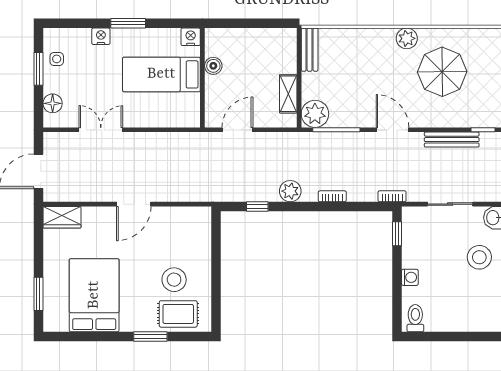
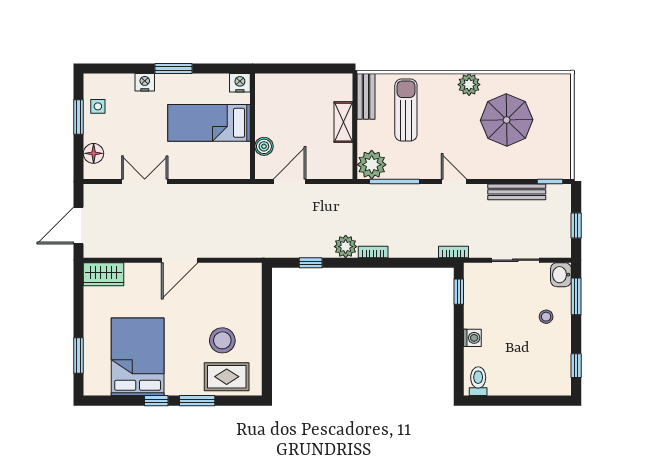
sun lounger: (347, 62) -> (406, 110), added
boiler: (213, 66) -> (264, 146), moved
shelving: (288, 94) -> (343, 122), moved
door: (392, 130) -> (454, 181), width x0.73
bookcase: (332, 196) -> (373, 252), moved
stool: (479, 257) -> (546, 317), width x0.53, depth x0.53
window: (112, 337) -> (156, 401), added

